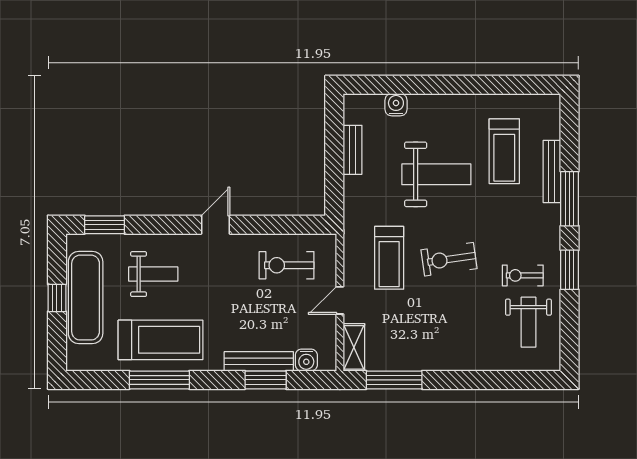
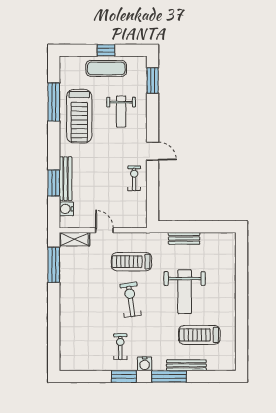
water cooler: (396, 105) -> (145, 364), moved, turned 90
bench: (353, 150) -> (184, 238), moved
exercise bike: (287, 265) -> (134, 178), moved, width x0.73, depth x0.72
exercise mat: (86, 298) -> (106, 68), width x0.73, depth x0.69
weight bench: (528, 322) -> (91, 350), removed
window: (159, 380) -> (54, 102), moved

